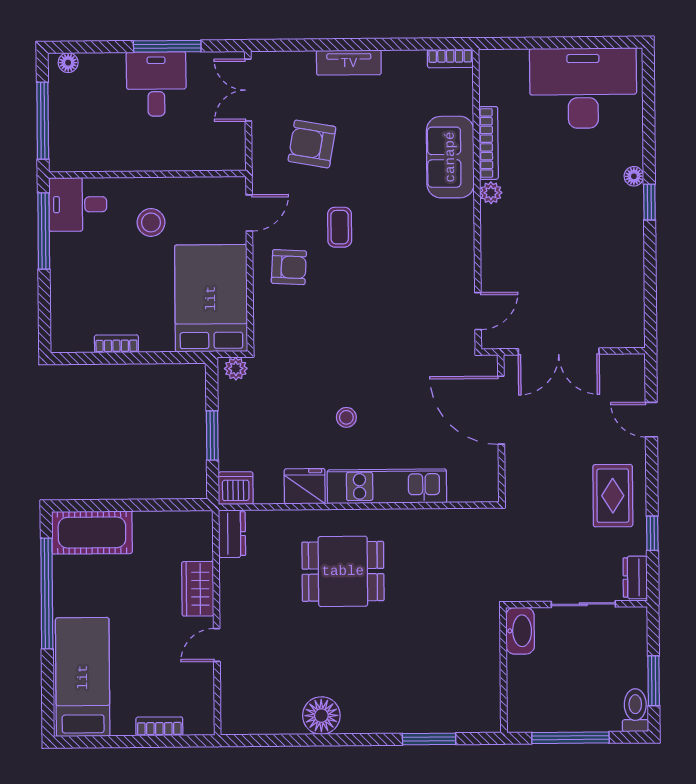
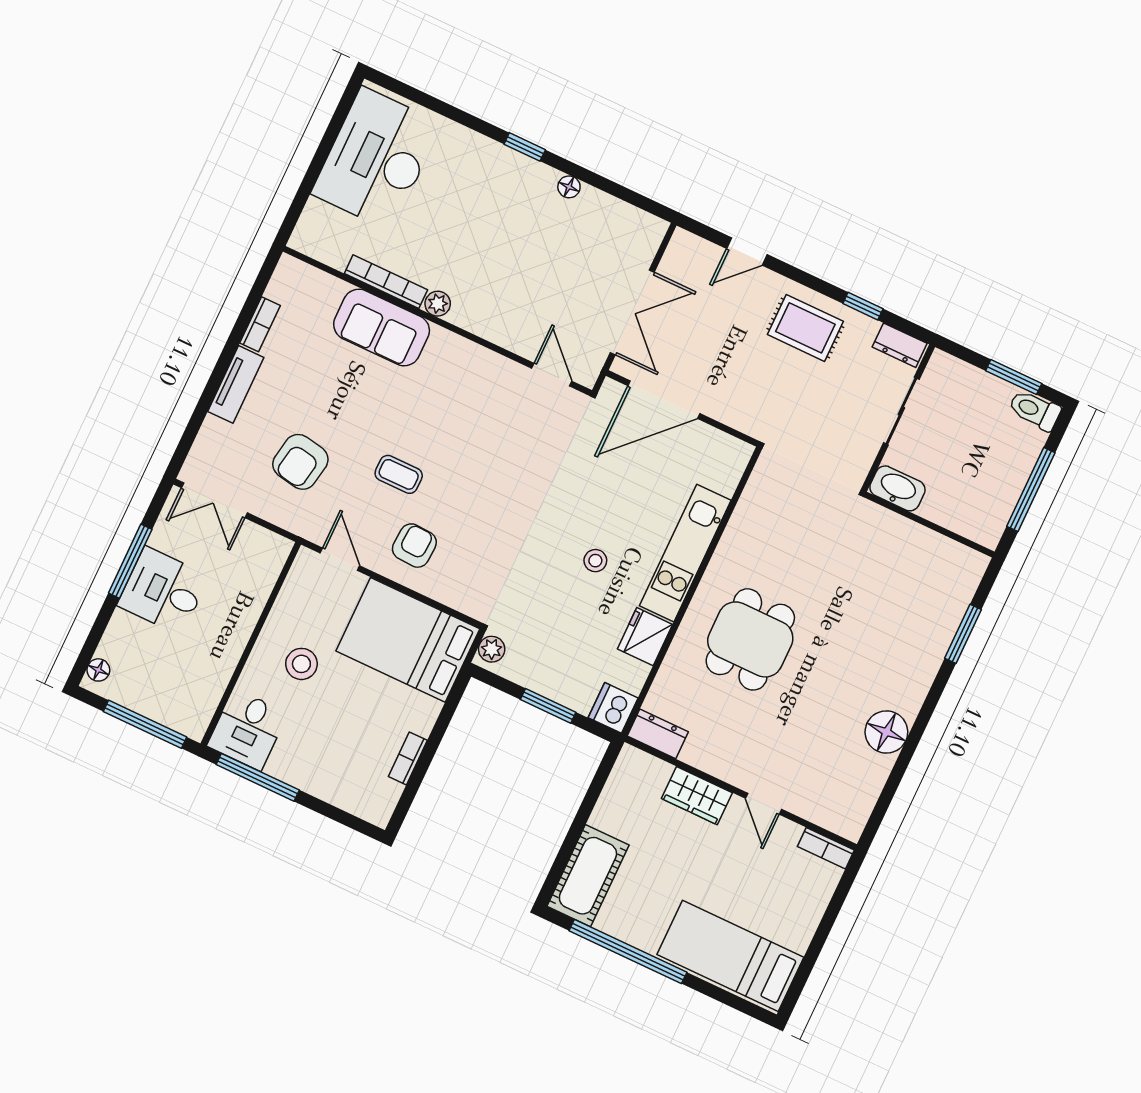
bookcase: (450, 58) -> (260, 324), moved
floor lamp: (634, 176) -> (569, 187), moved
bookcase: (159, 726) -> (826, 848), moved, turned -90

